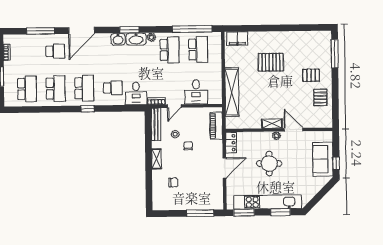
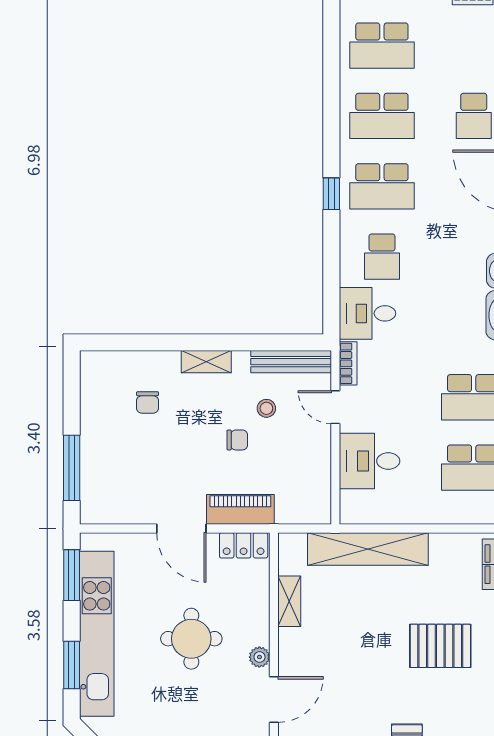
pallet: (271, 62) -> (440, 646), turned 90
shelving: (272, 124) -> (289, 601), moved
piano: (216, 126) -> (240, 509), moved

